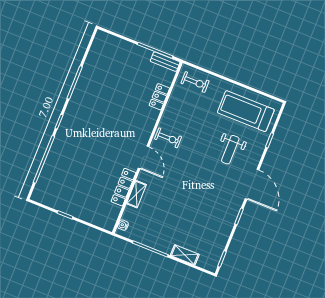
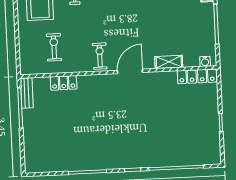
exercise bike: (195, 82) -> (54, 47), moved
locker: (123, 187) -> (197, 76), moved

